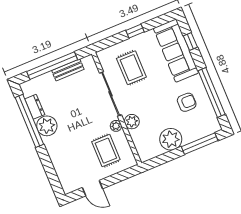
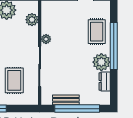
window: (29, 121) -> (114, 46), moved
plant: (132, 122) -> (32, 20), moved
rug: (106, 151) -> (97, 32), moved

